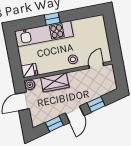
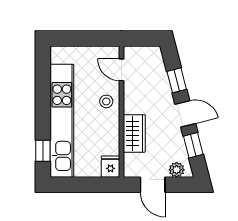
window: (52, 19) -> (43, 151), moved
kitchen unit: (44, 34) -> (62, 121), width x1.36
plant: (30, 85) -> (177, 170), moved

